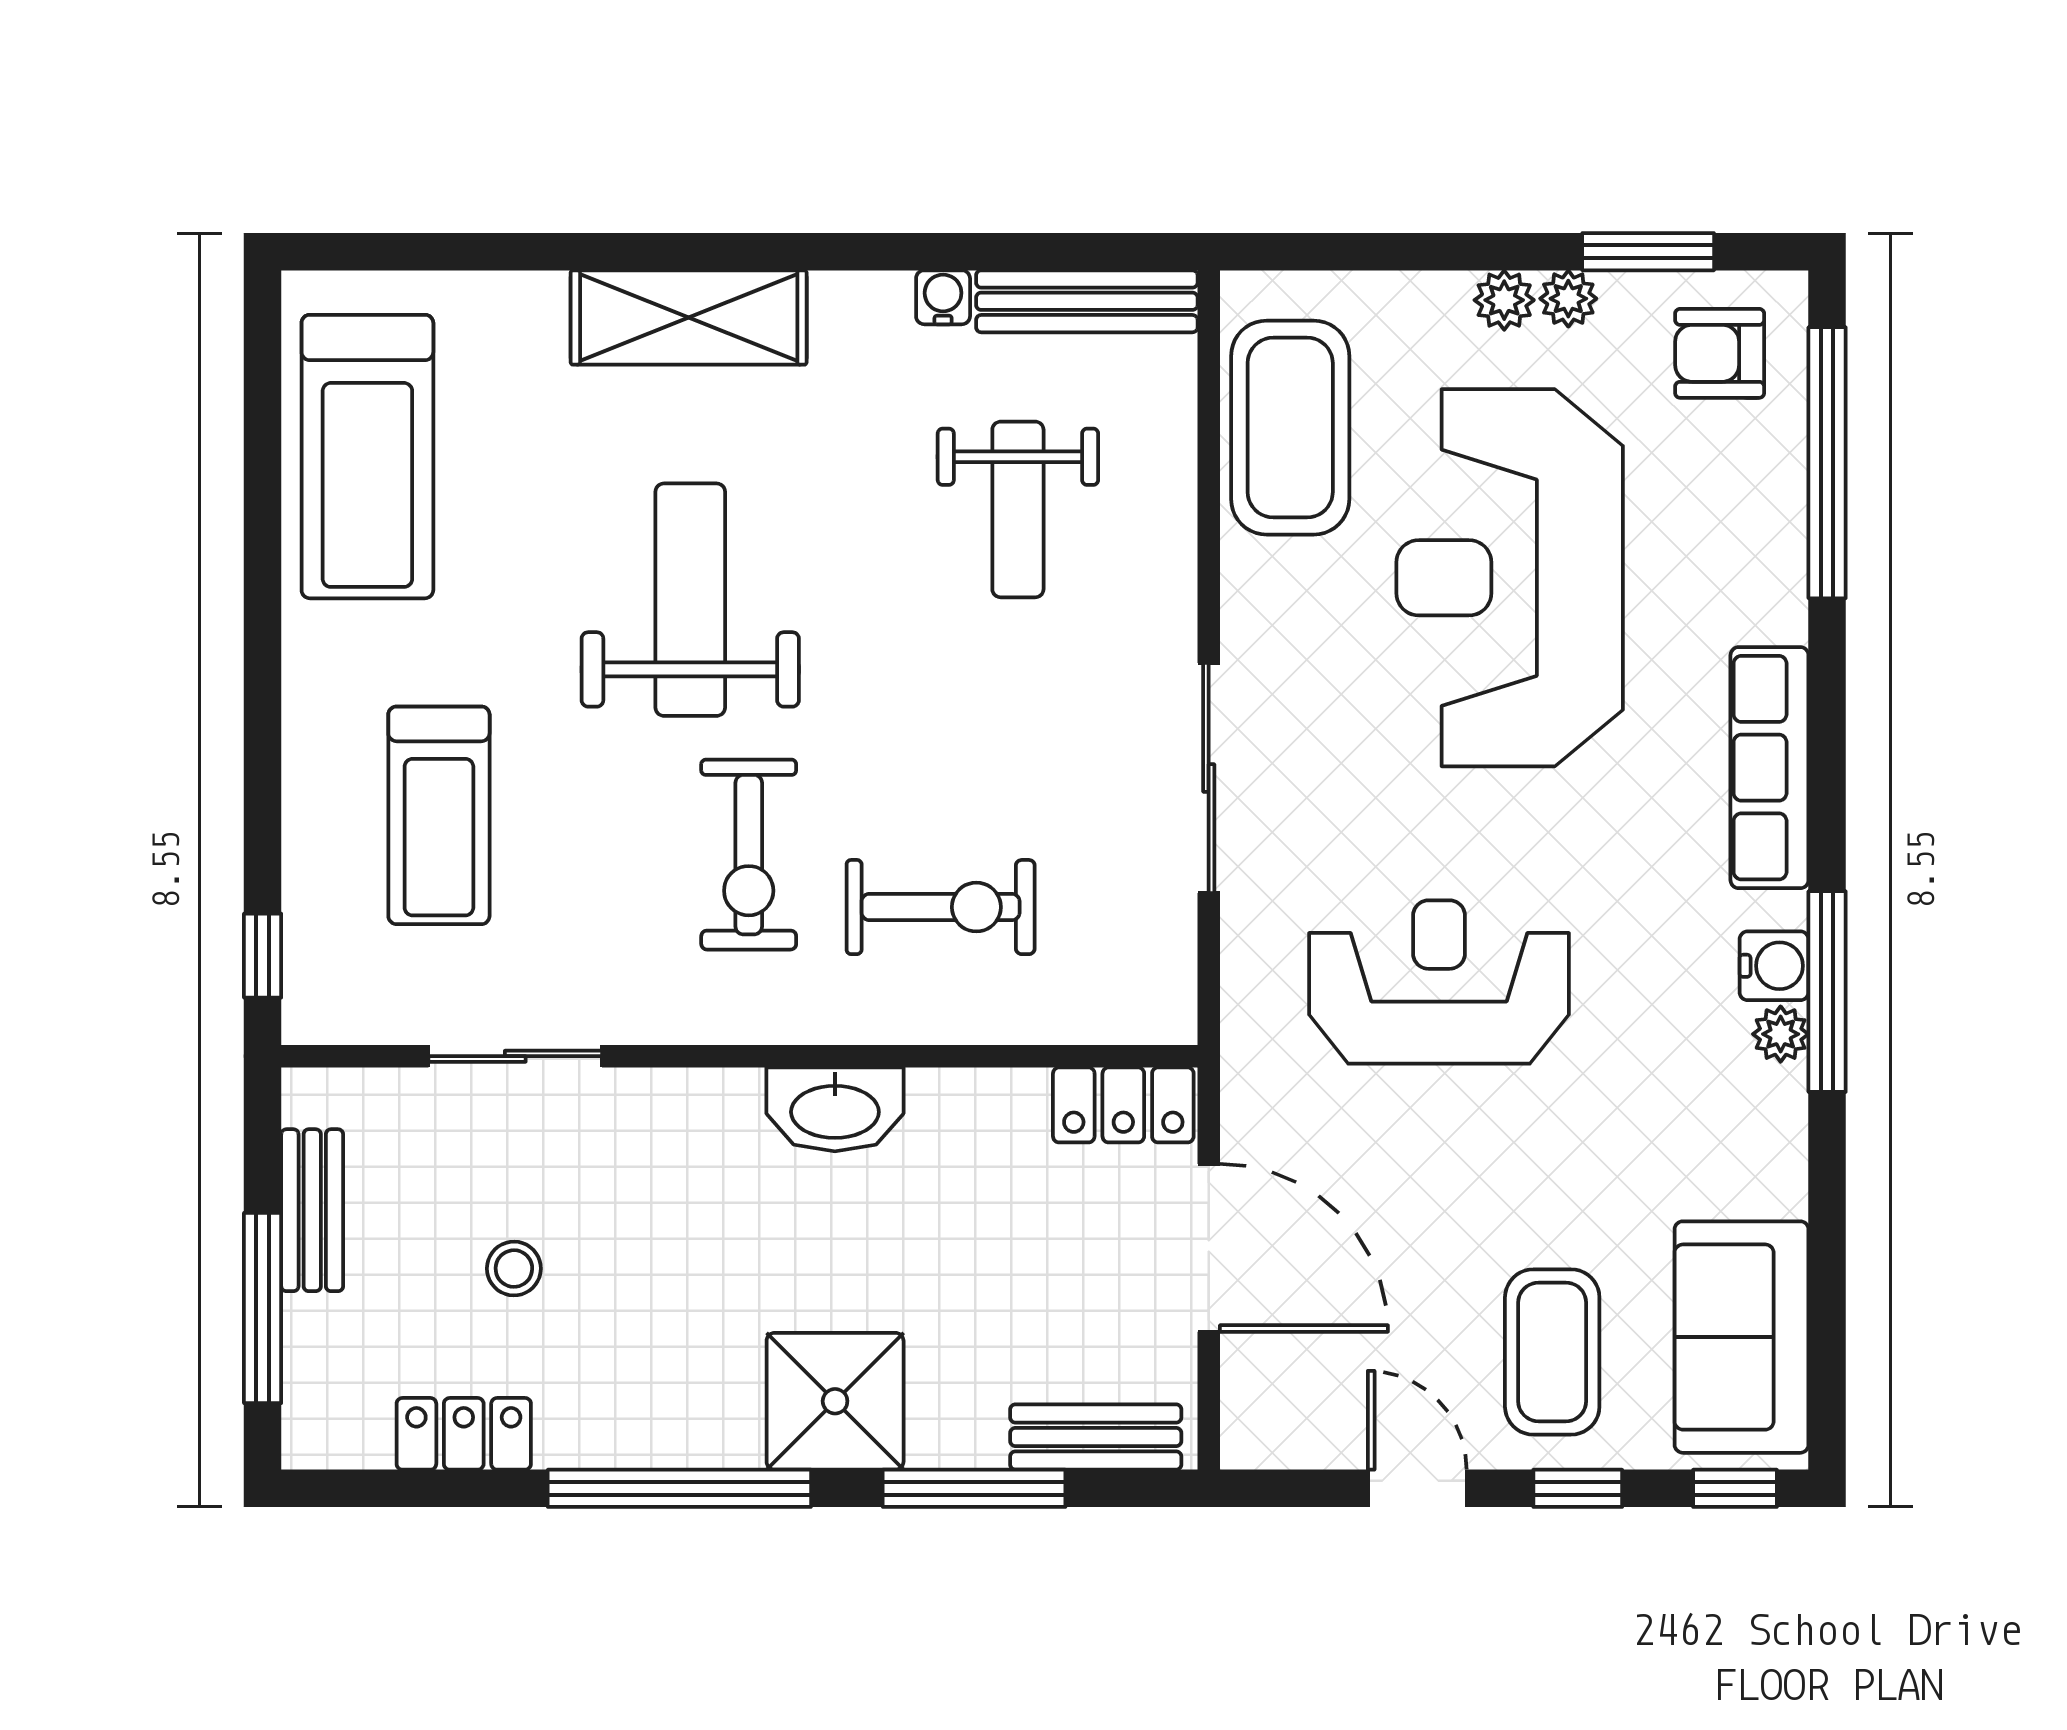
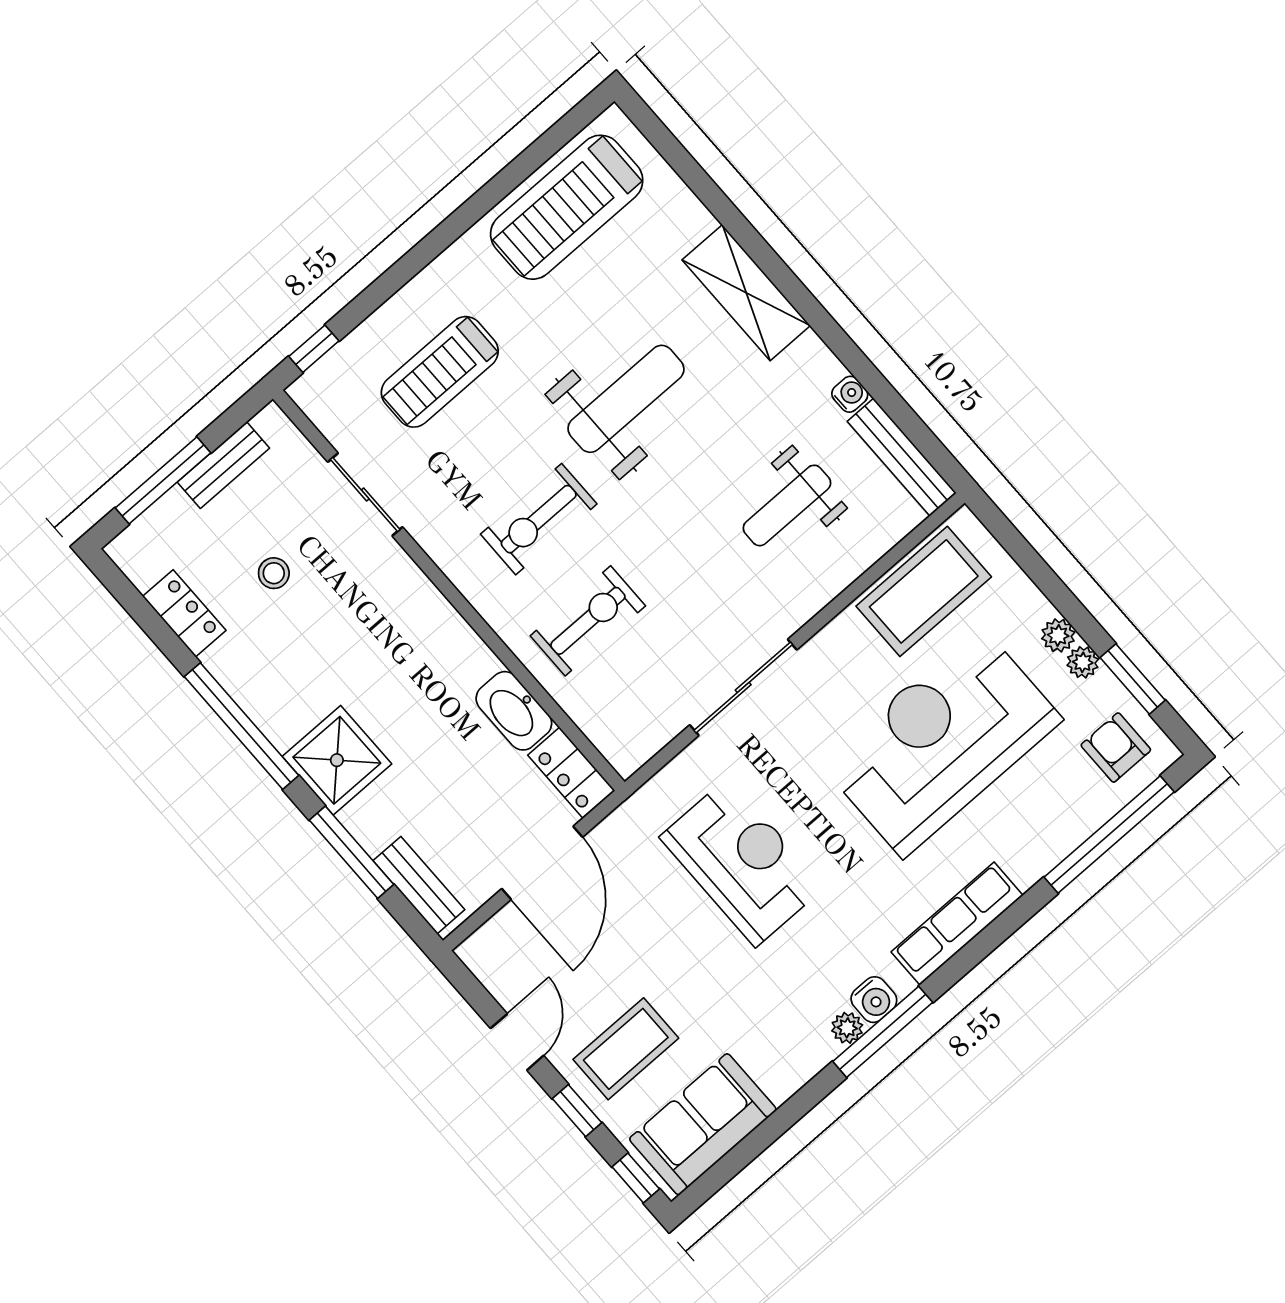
exercise bike: (941, 907) -> (588, 621), turned -90
washbasin: (835, 1109) -> (514, 711), moved

